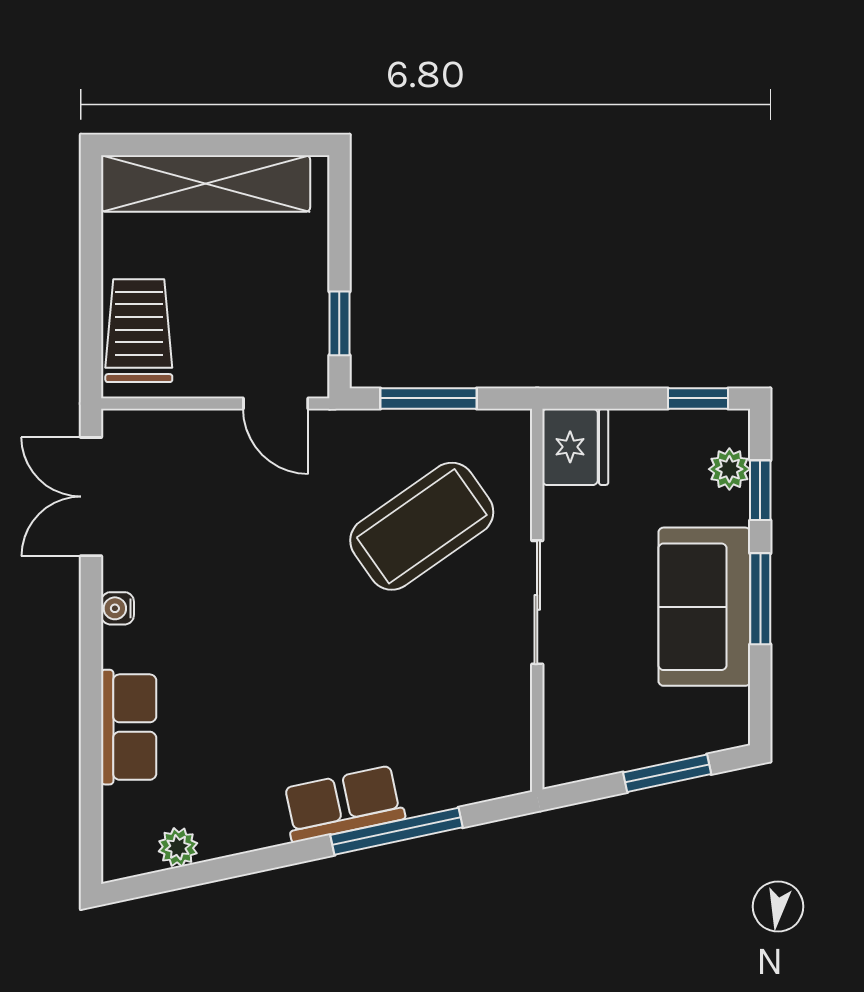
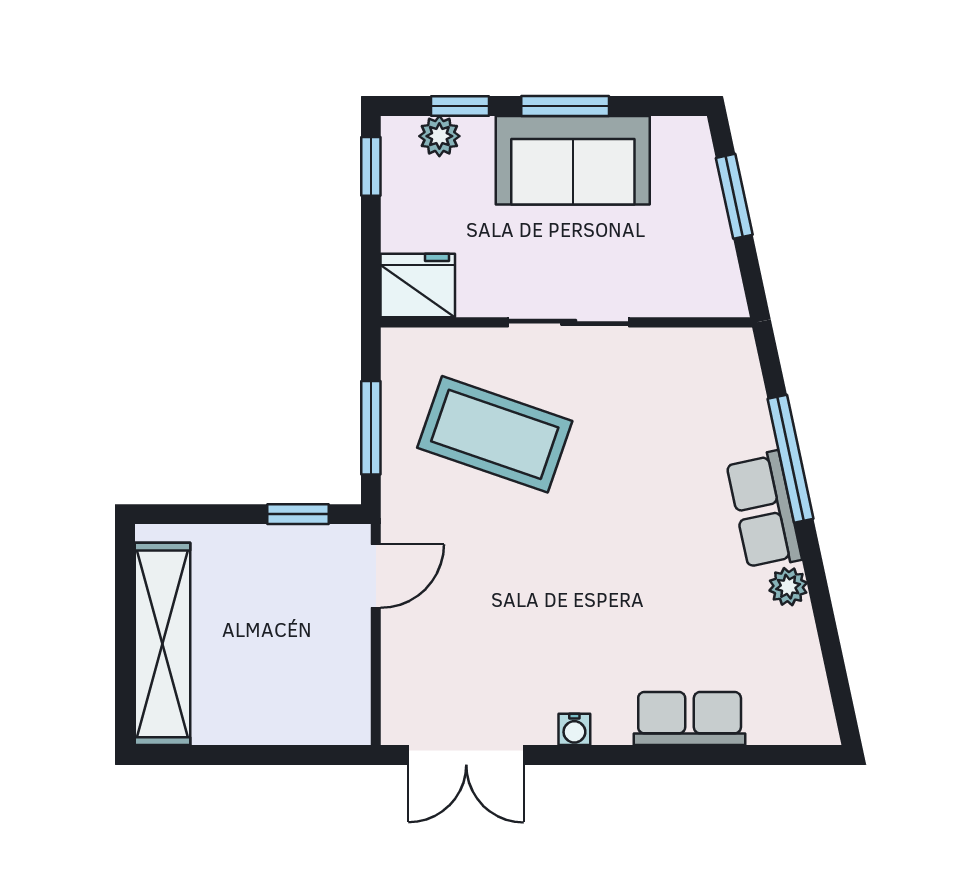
trolley: (139, 331) -> (305, 709), removed
coffee table: (422, 526) -> (495, 434), turned -36
plant: (178, 847) -> (788, 587), moved

